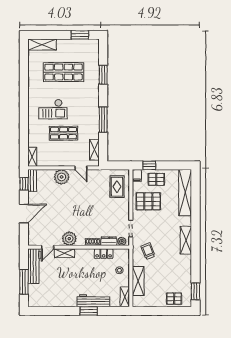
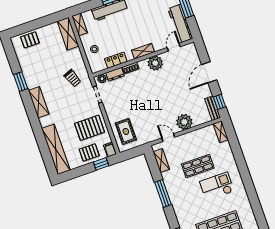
shelving: (65, 253) -> (143, 51), moved
shelving: (138, 281) -> (68, 34), moved
window: (196, 291) -> (21, 82), moved

